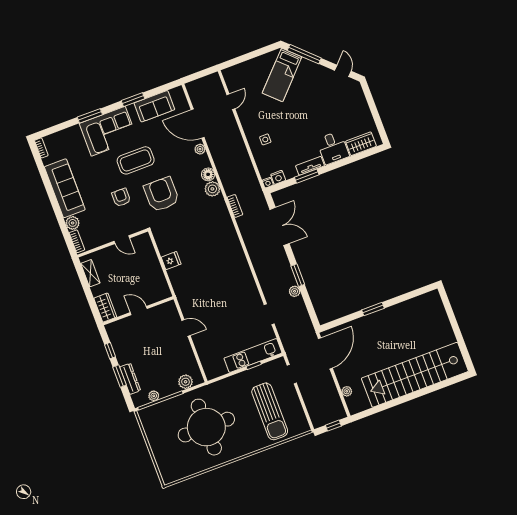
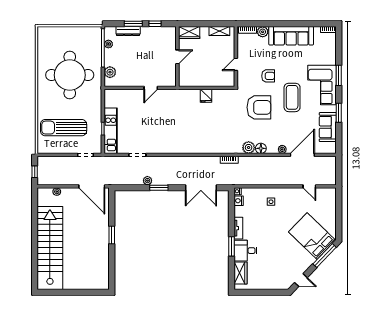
bed: (282, 75) -> (312, 236), width x1.50
window: (307, 176) -> (231, 246), moved

